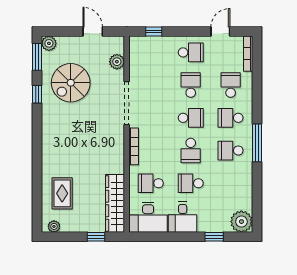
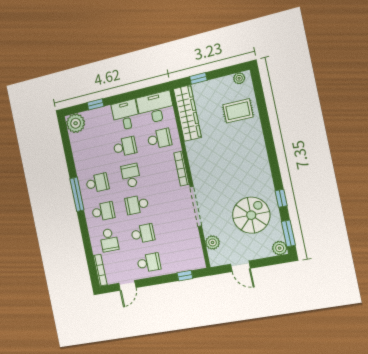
school desk: (191, 52) -> (149, 263), turned 180
school desk: (191, 85) -> (143, 234), turned -90
rug: (62, 193) -> (238, 111), turned 90

